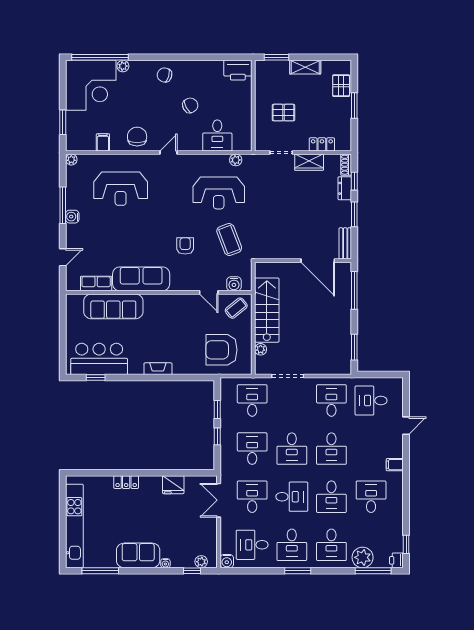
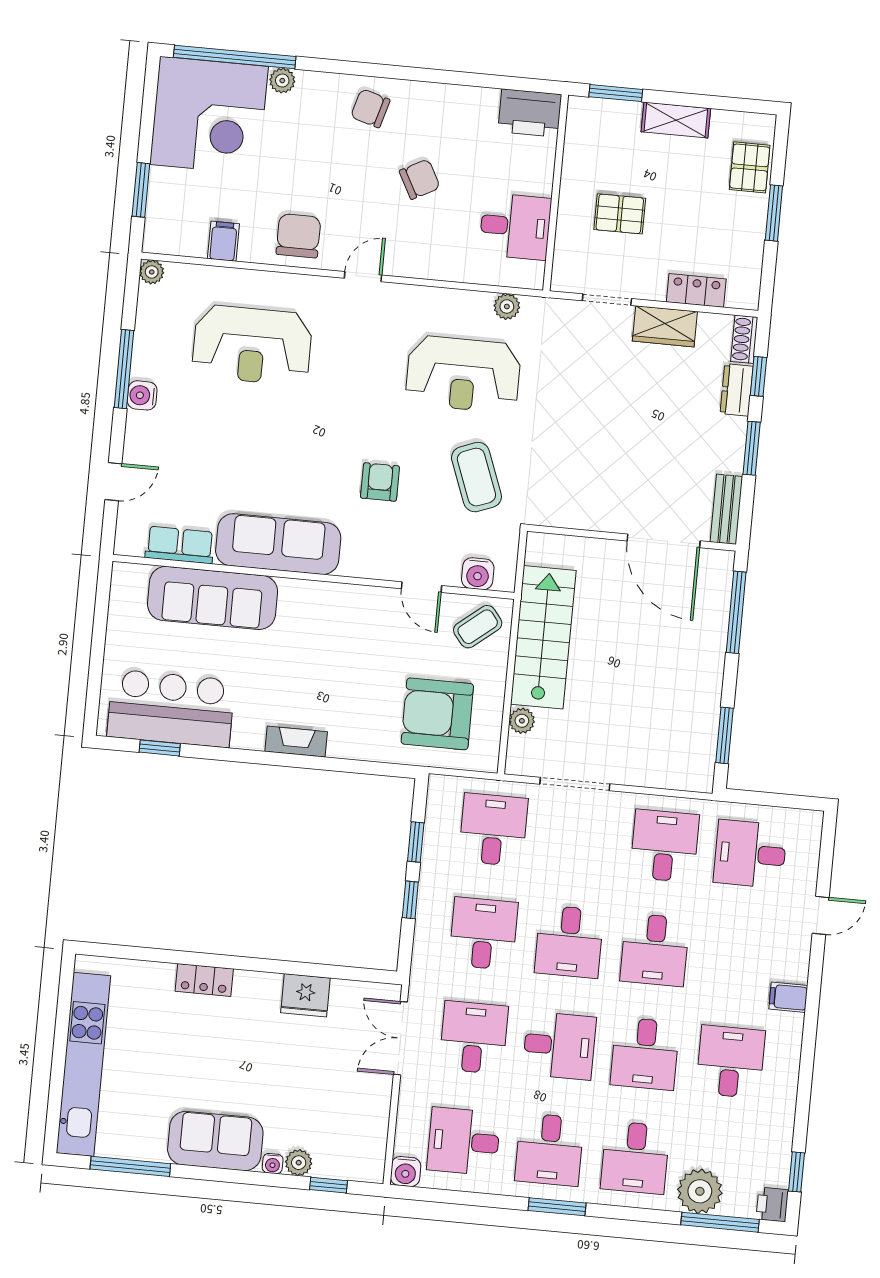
desk: (217, 135) -> (515, 226), moved, turned -90
plant: (201, 562) -> (299, 1163), moved

